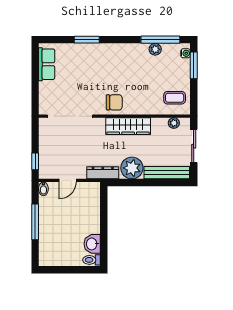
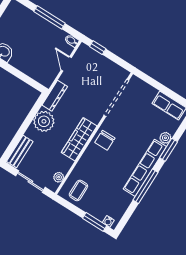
window: (160, 40) -> (146, 186), moved
plant: (155, 49) -> (165, 138), moved
row of seats: (117, 51) -> (145, 168), added
bench: (167, 173) -> (20, 151), width x0.73

